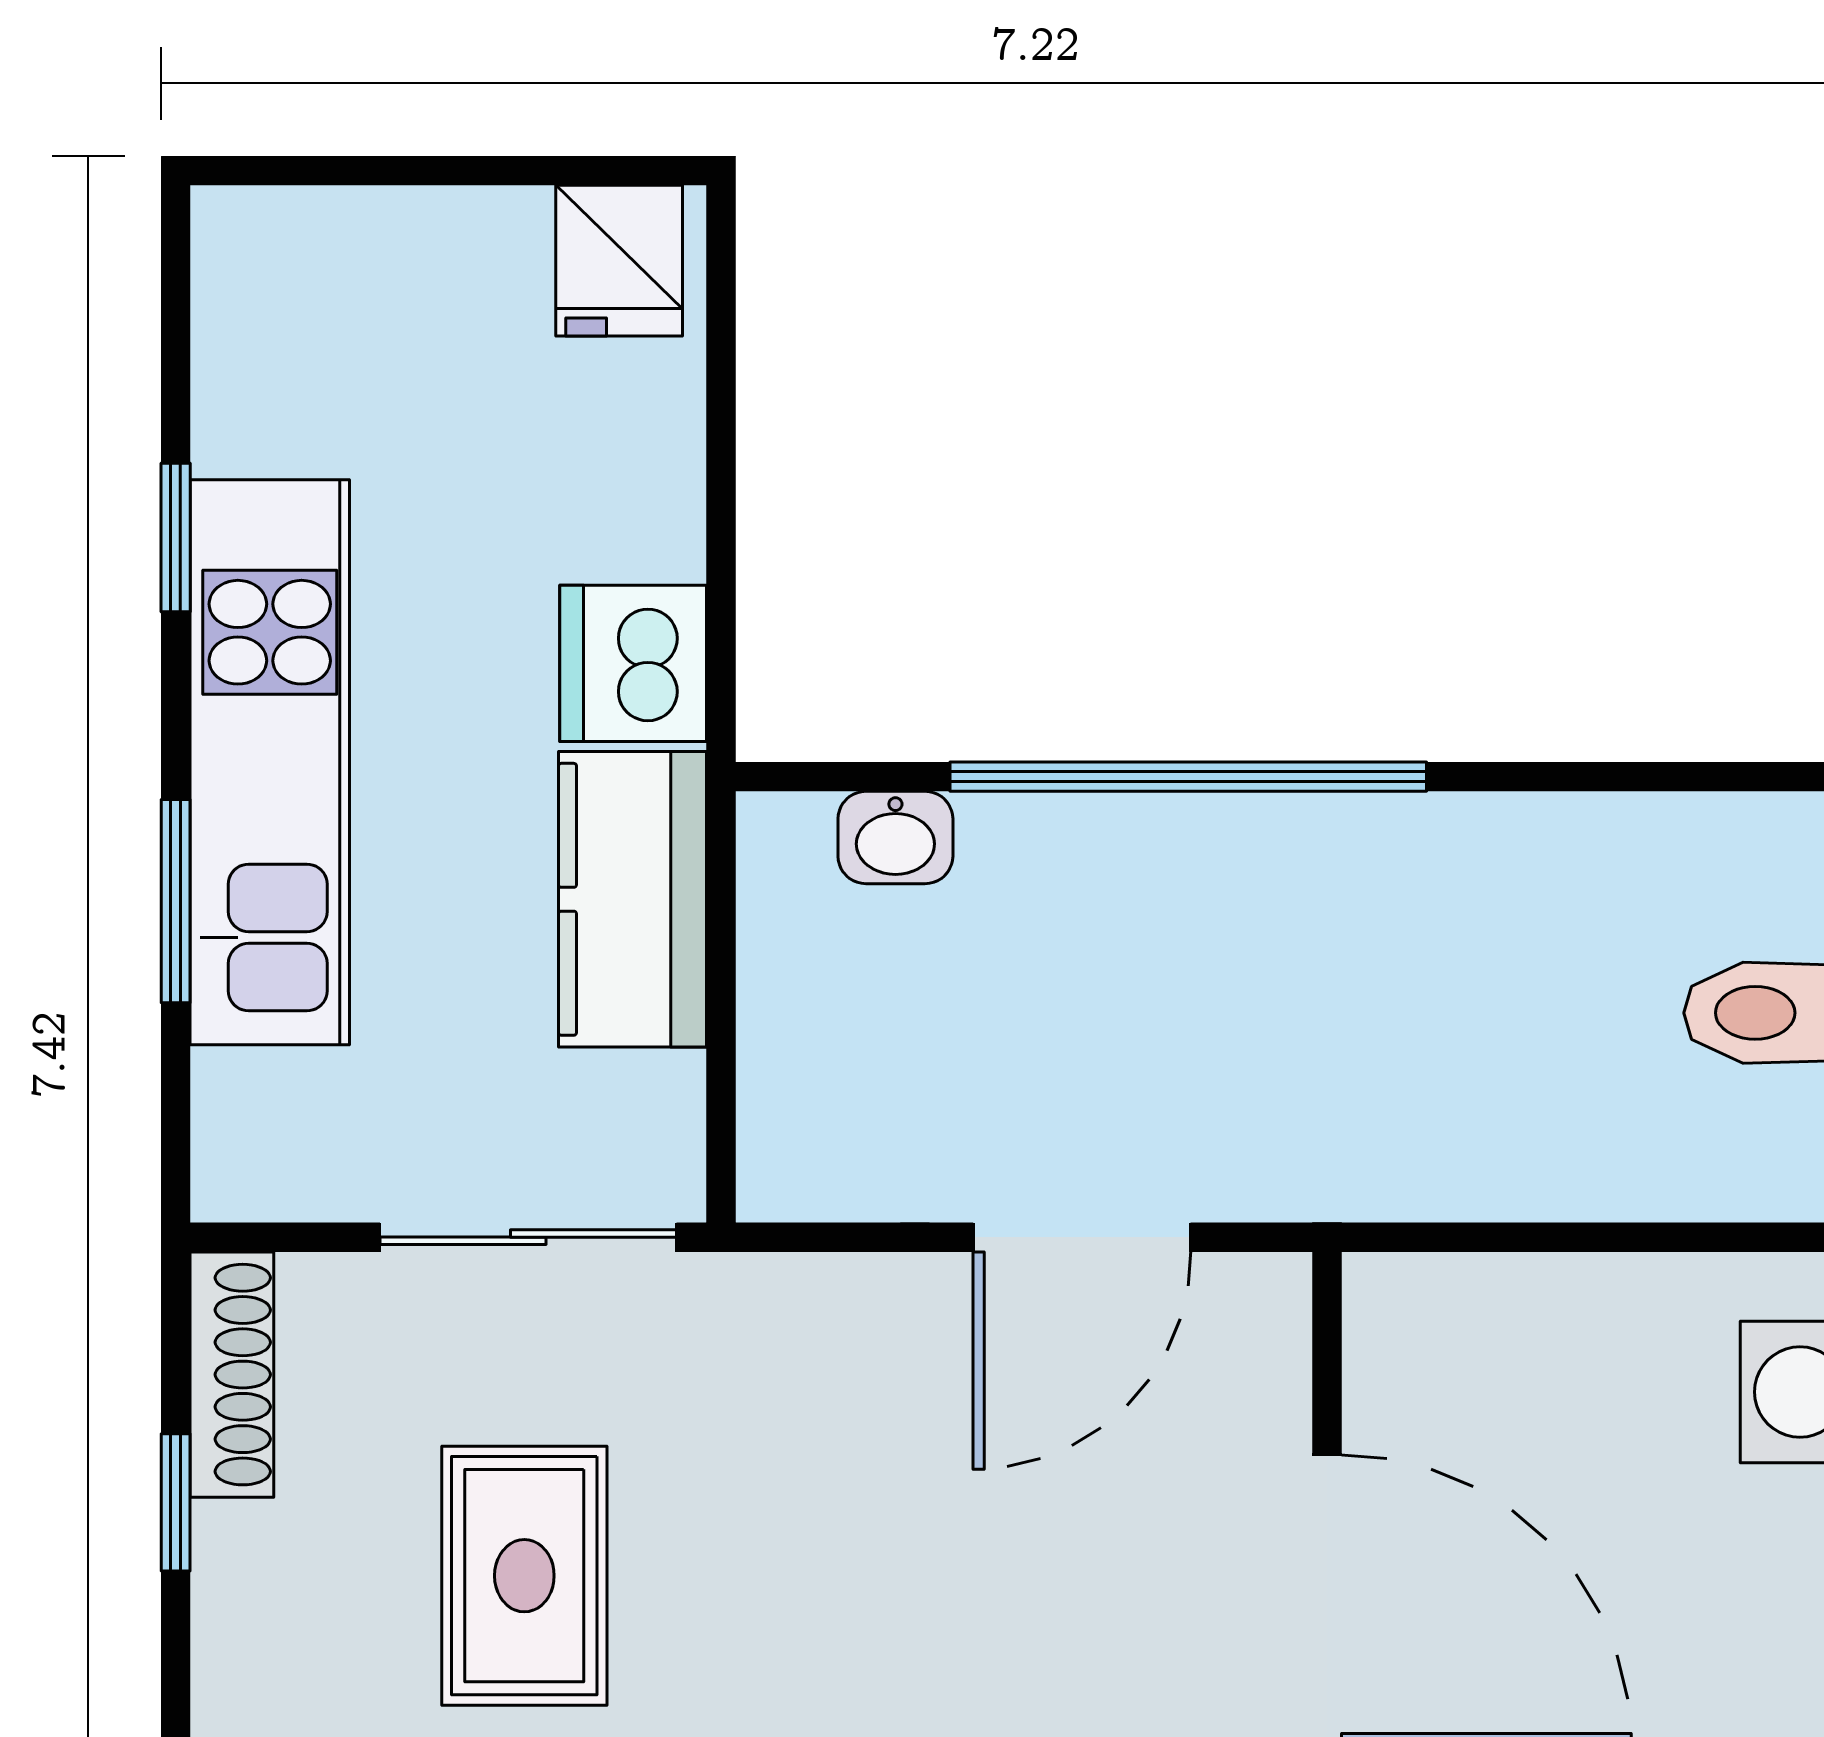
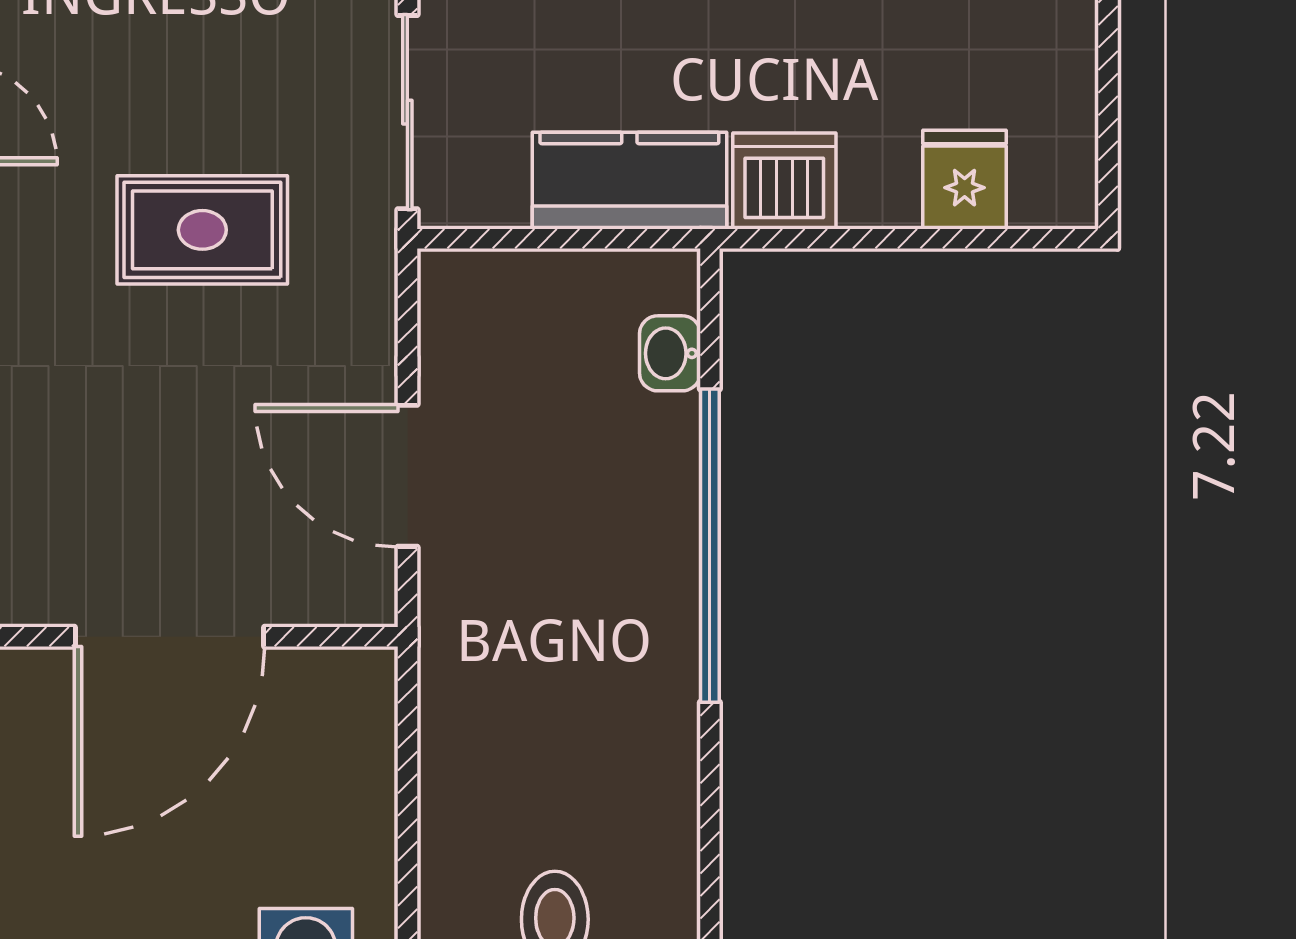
fridge: (619, 261) -> (965, 180), moved, turned 90
rug: (524, 1576) -> (202, 230), moved

